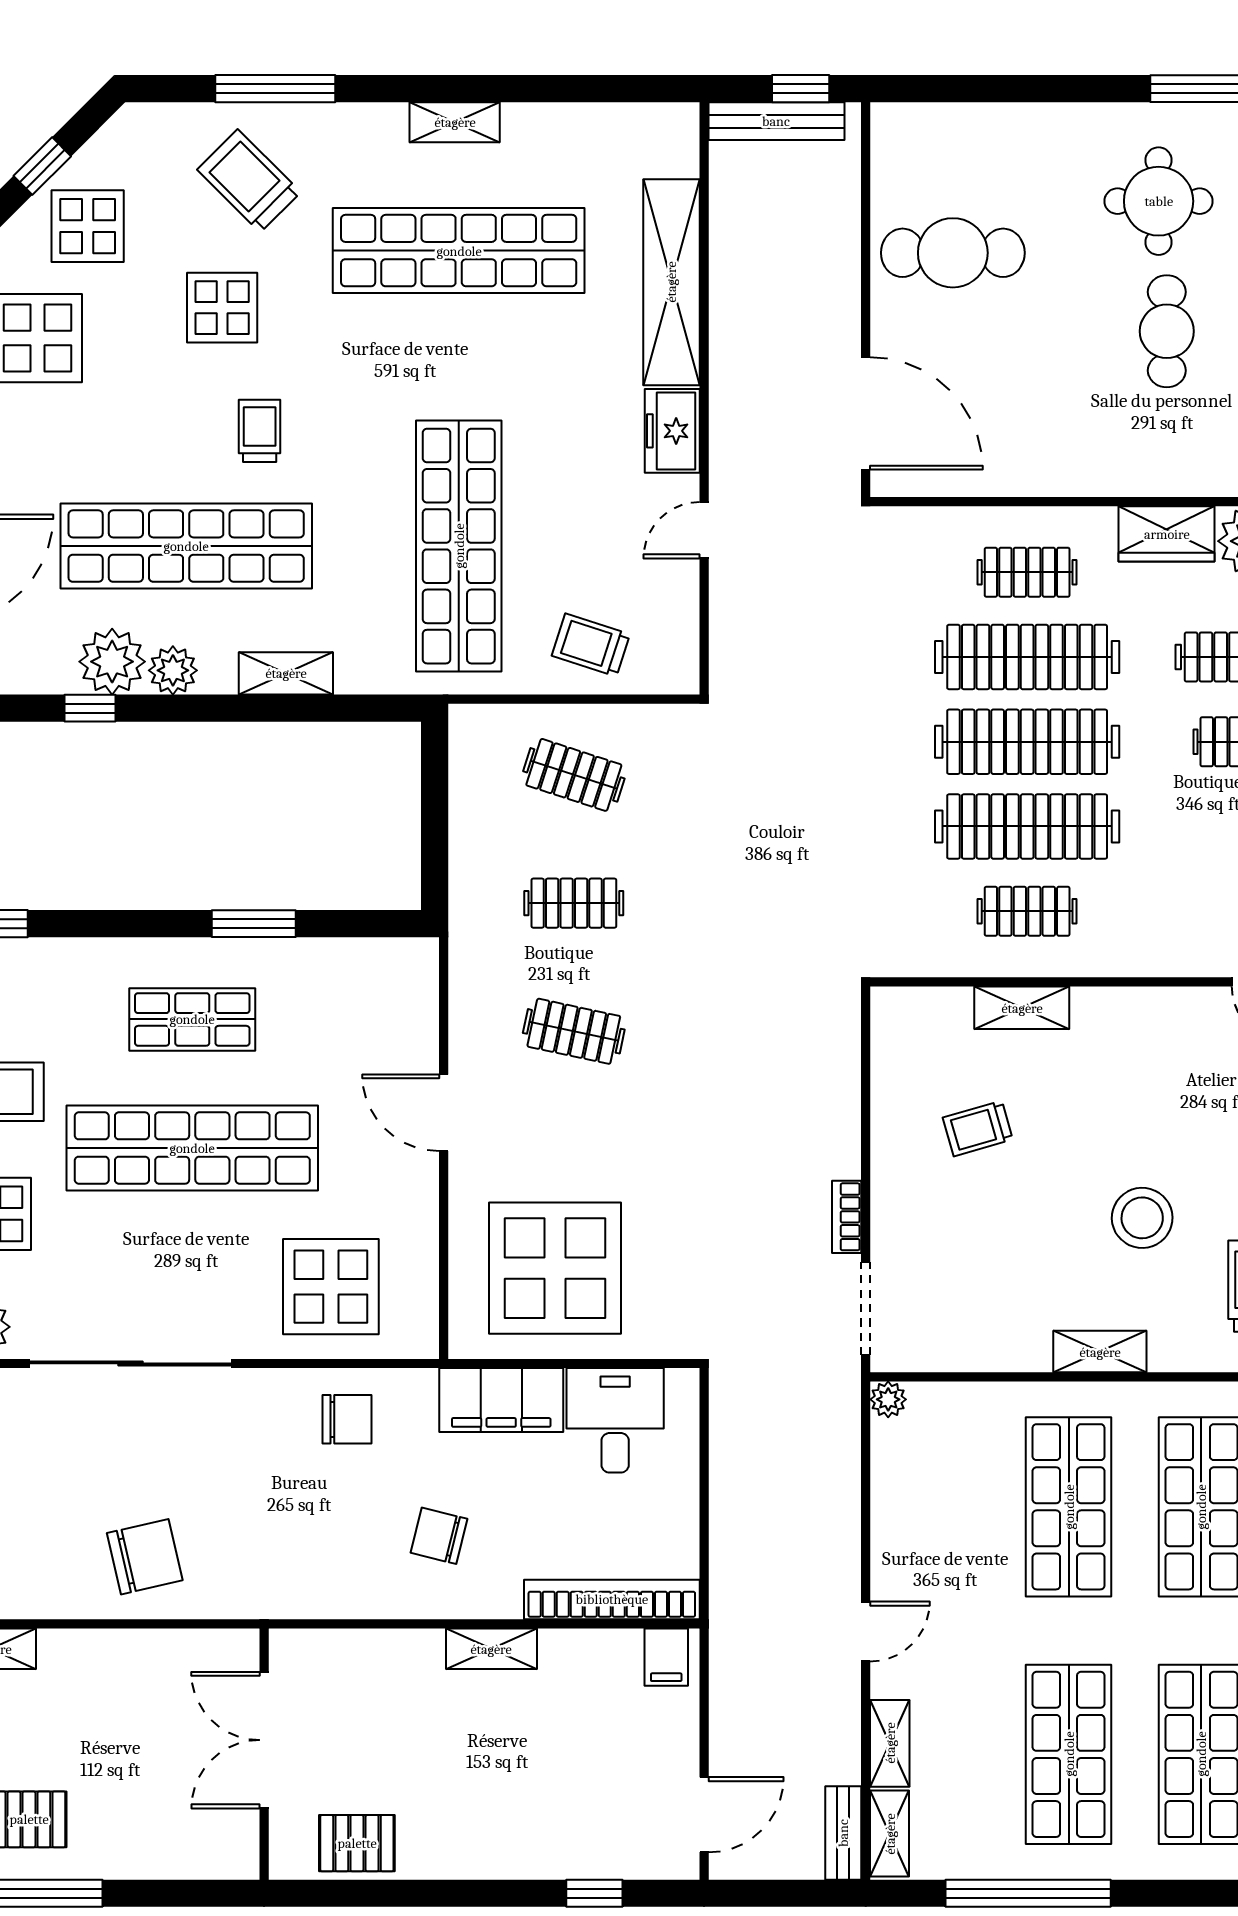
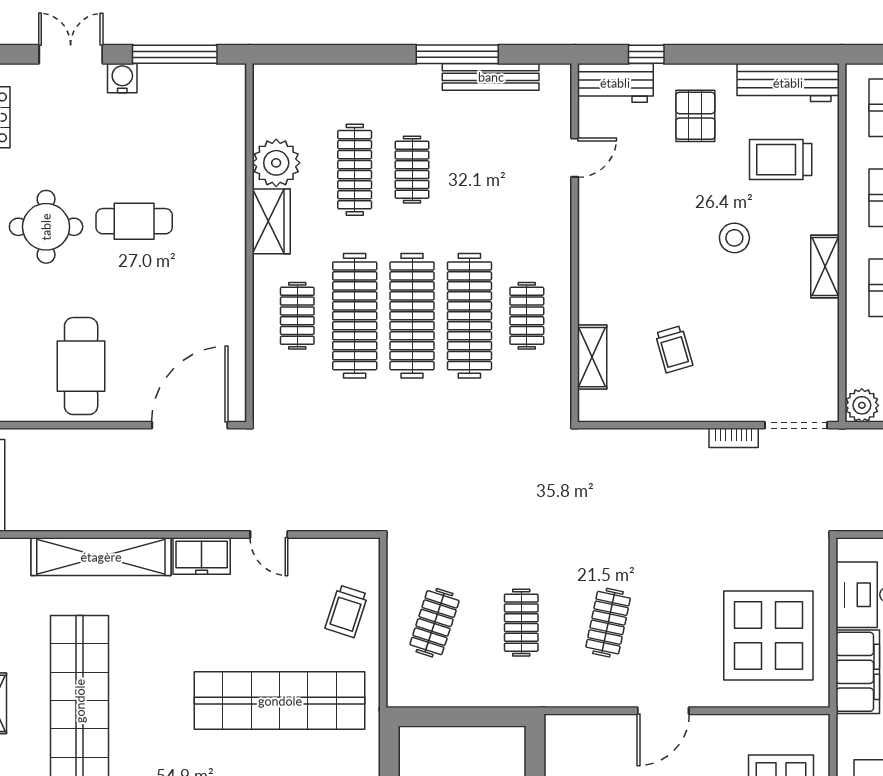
shelving: (1022, 1008) -> (592, 357), moved
stool: (1142, 1218) -> (734, 238), width x0.73, depth x0.73
plant: (888, 1399) -> (862, 405), width x1.38, depth x1.38

